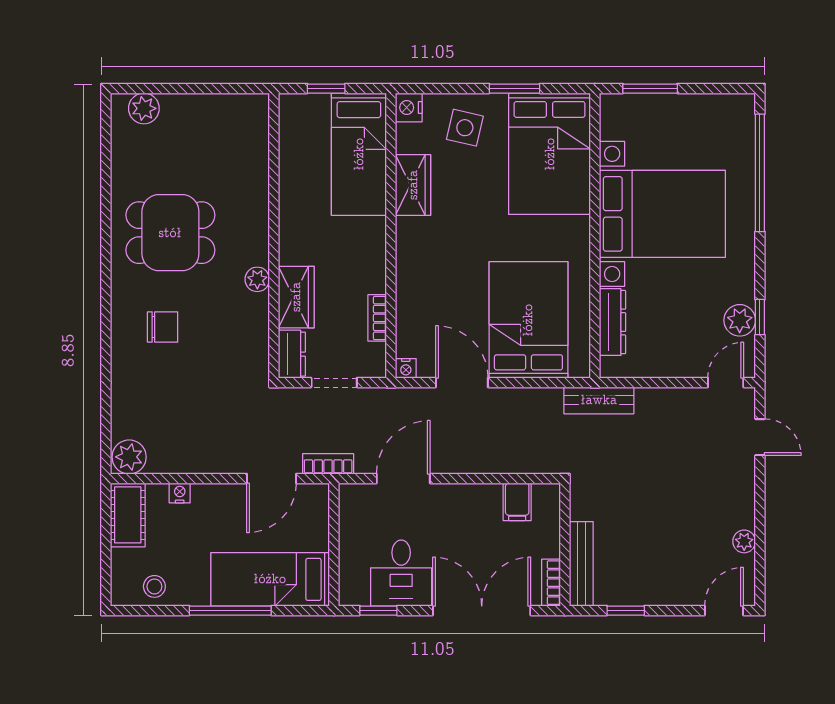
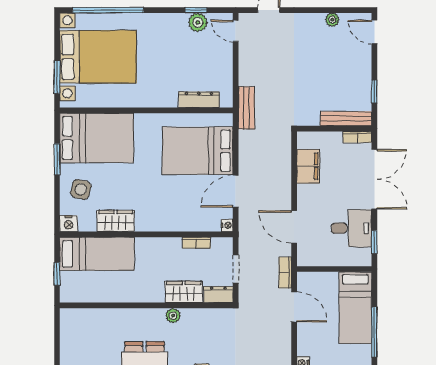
bed with nightstands: (662, 214) -> (98, 57), moved, turned 90
filing cabinet: (517, 502) -> (308, 166), width x2.00
double door: (482, 611) -> (374, 179), swing flipped

